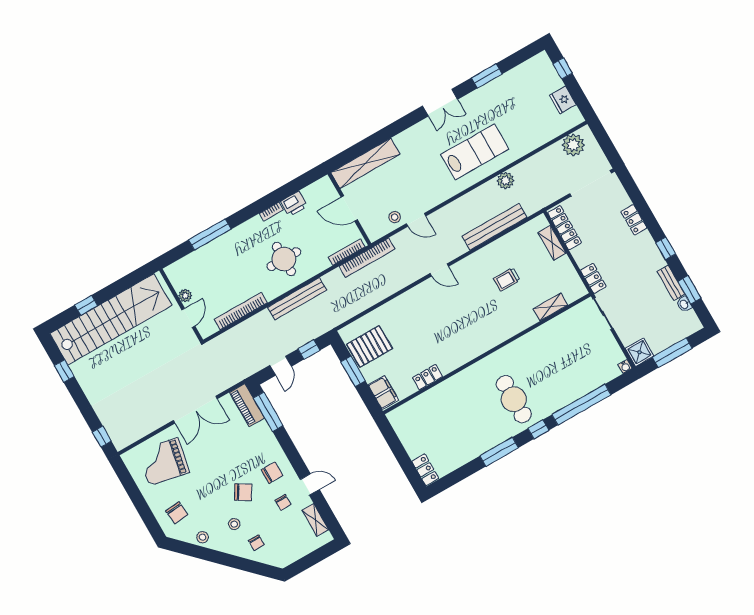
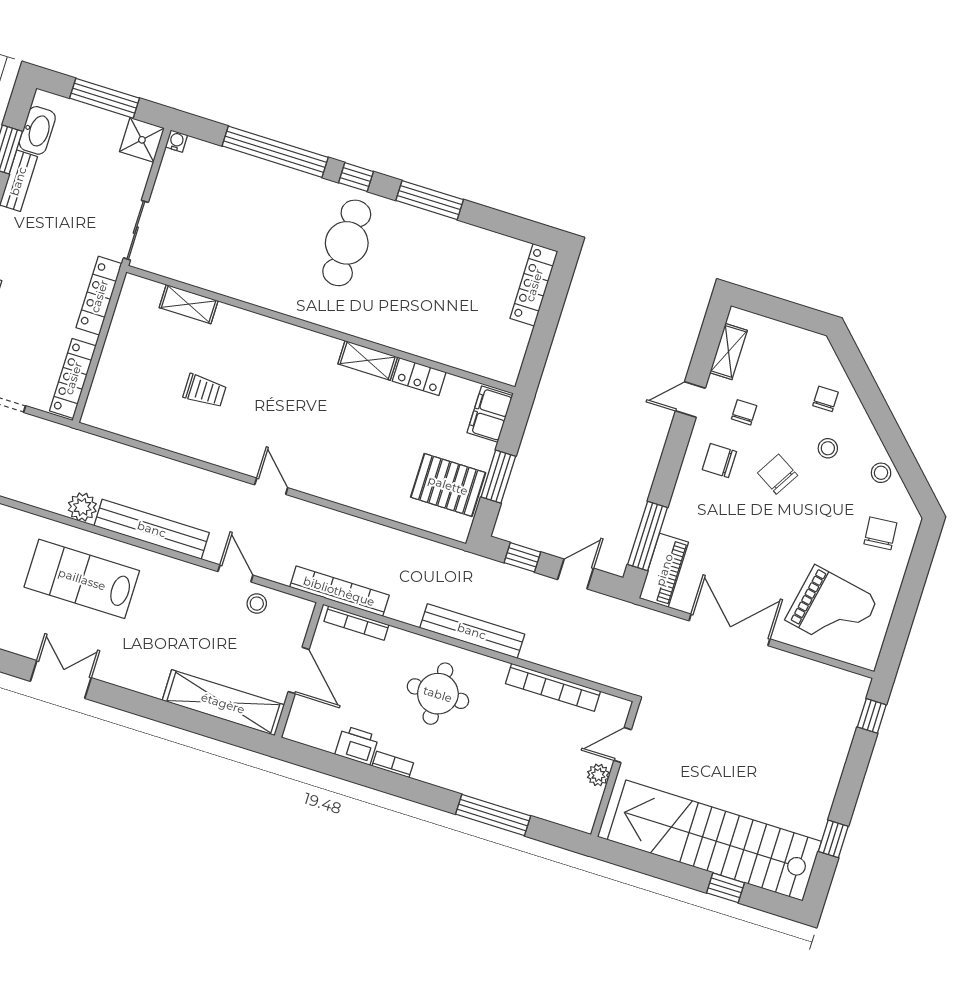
bench: (495, 227) -> (152, 529), moved
shelving: (552, 243) -> (368, 360), moved, turned 90
locker: (593, 278) -> (99, 296), width x1.53
washbasin: (684, 304) -> (37, 130), width x1.91, depth x1.45
locker: (425, 470) -> (534, 285), width x1.53
door: (310, 484) -> (690, 399), hinge flipped

